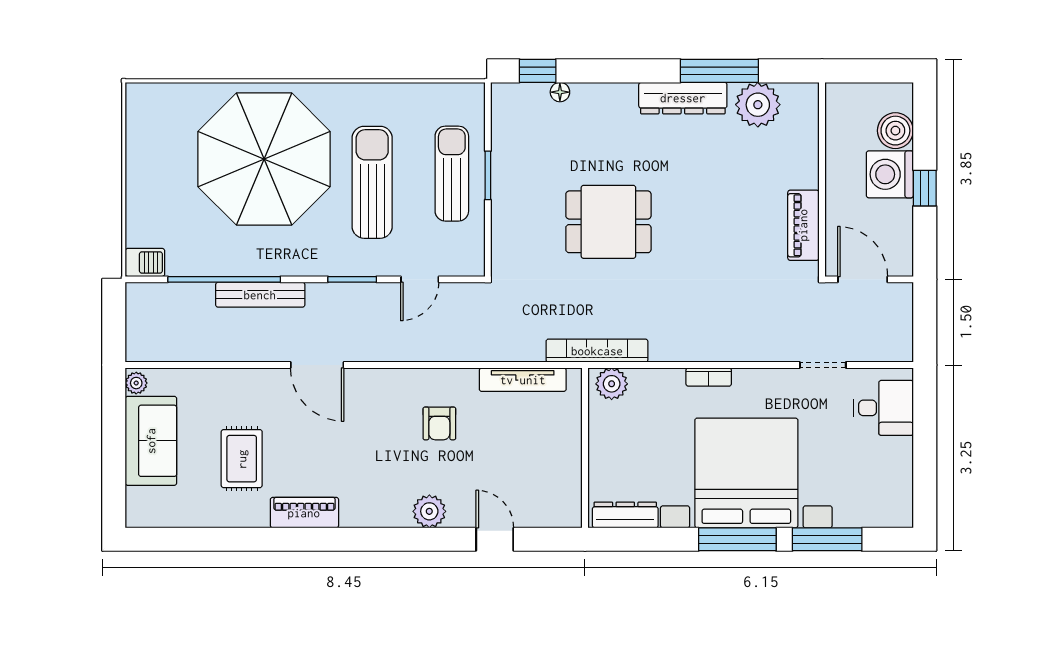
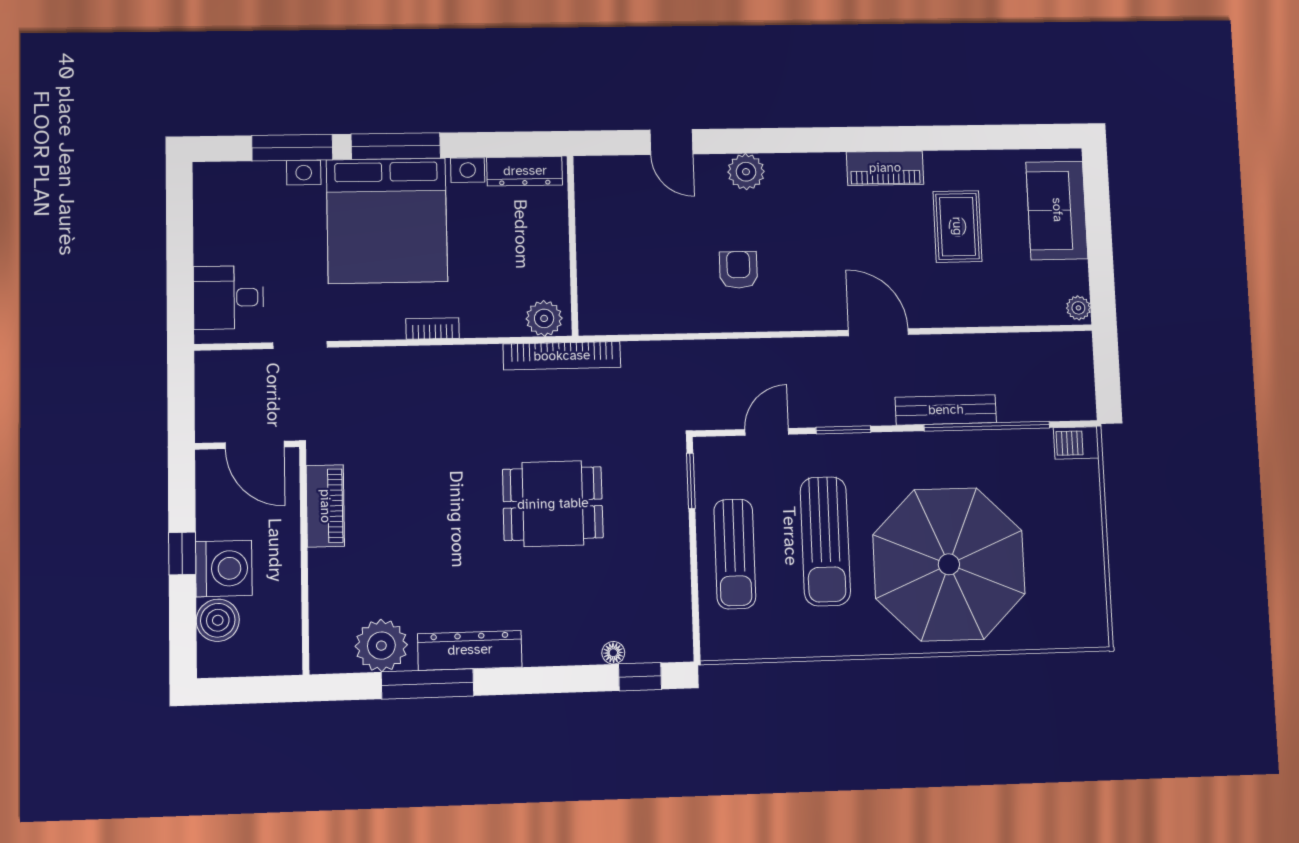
window: (488, 175) -> (691, 481), moved
tv unit: (523, 380) -> (646, 321), removed
sofa: (151, 441) -> (1057, 210), moved

